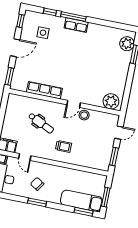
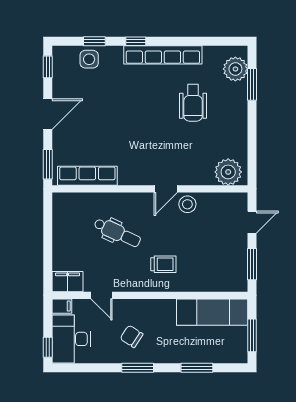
window: (73, 17) -> (136, 41), width x0.46
row of seats: (76, 25) -> (163, 55), width x2.02
side table: (43, 33) -> (89, 59), moved
wheelchair: (99, 58) -> (193, 103), added
row of seats: (44, 90) -> (87, 176), moved
exam couch: (81, 201) -> (212, 312), moved, turned 180
window: (84, 212) -> (197, 368), moved

